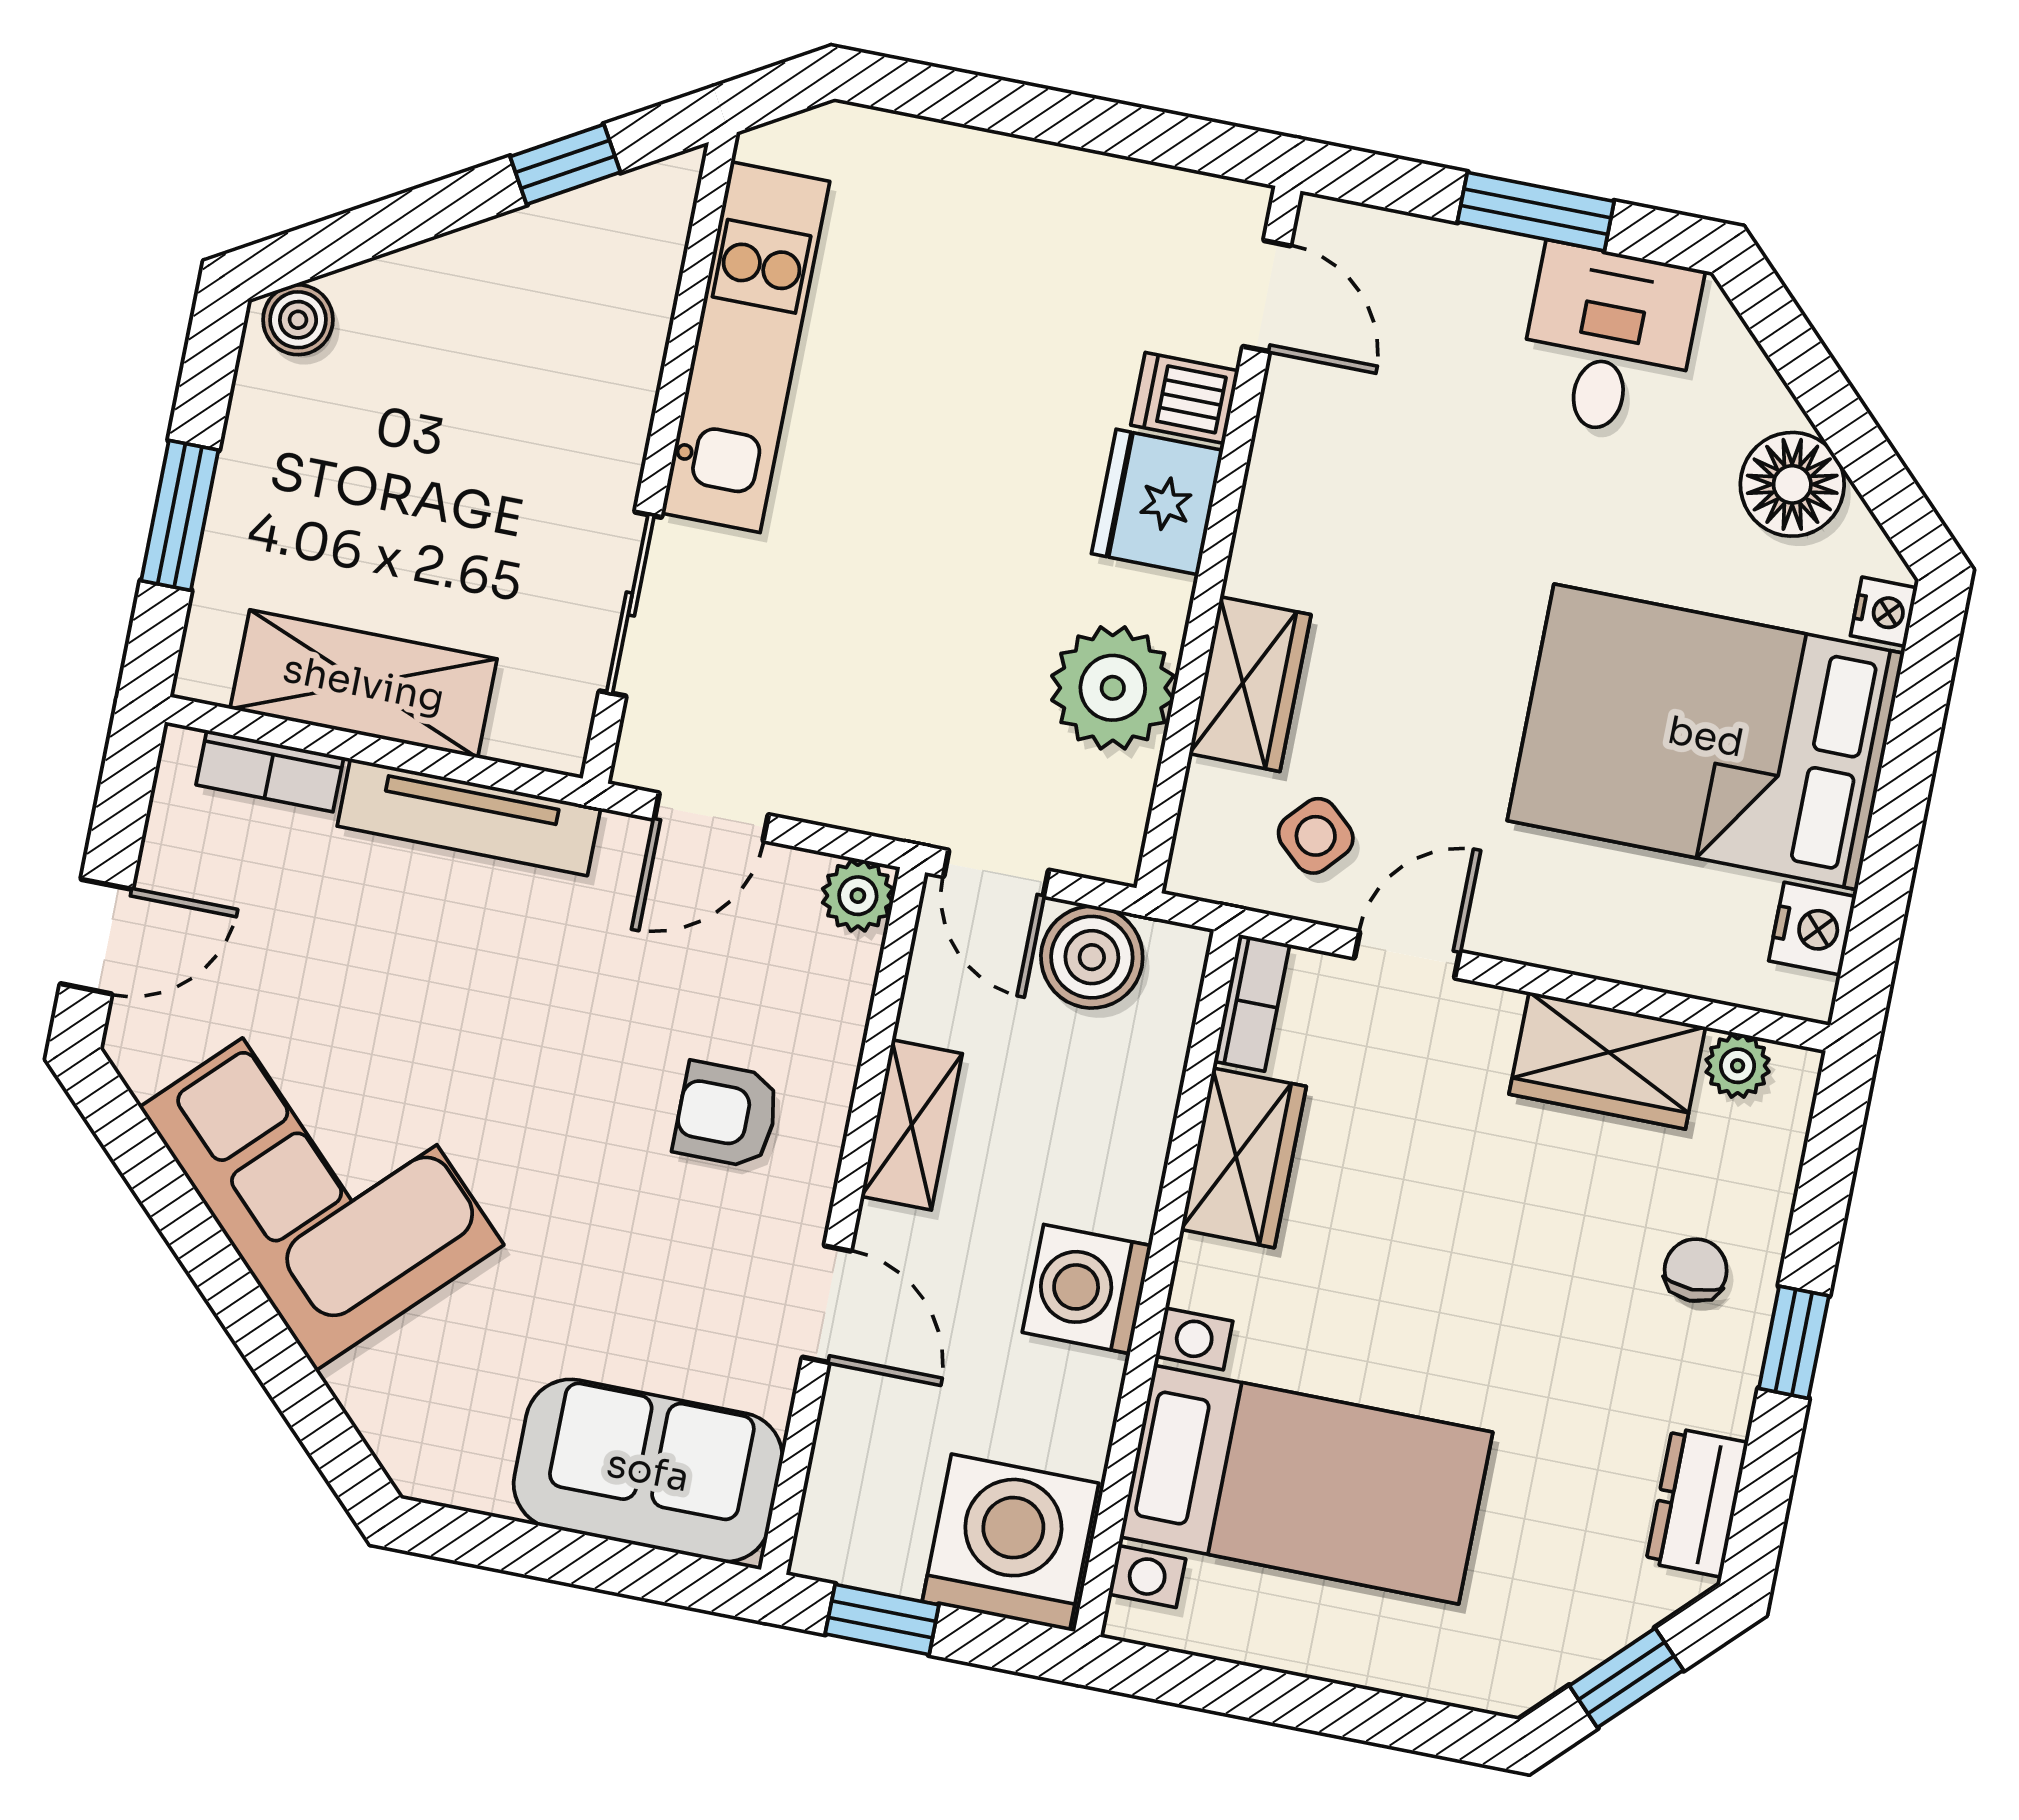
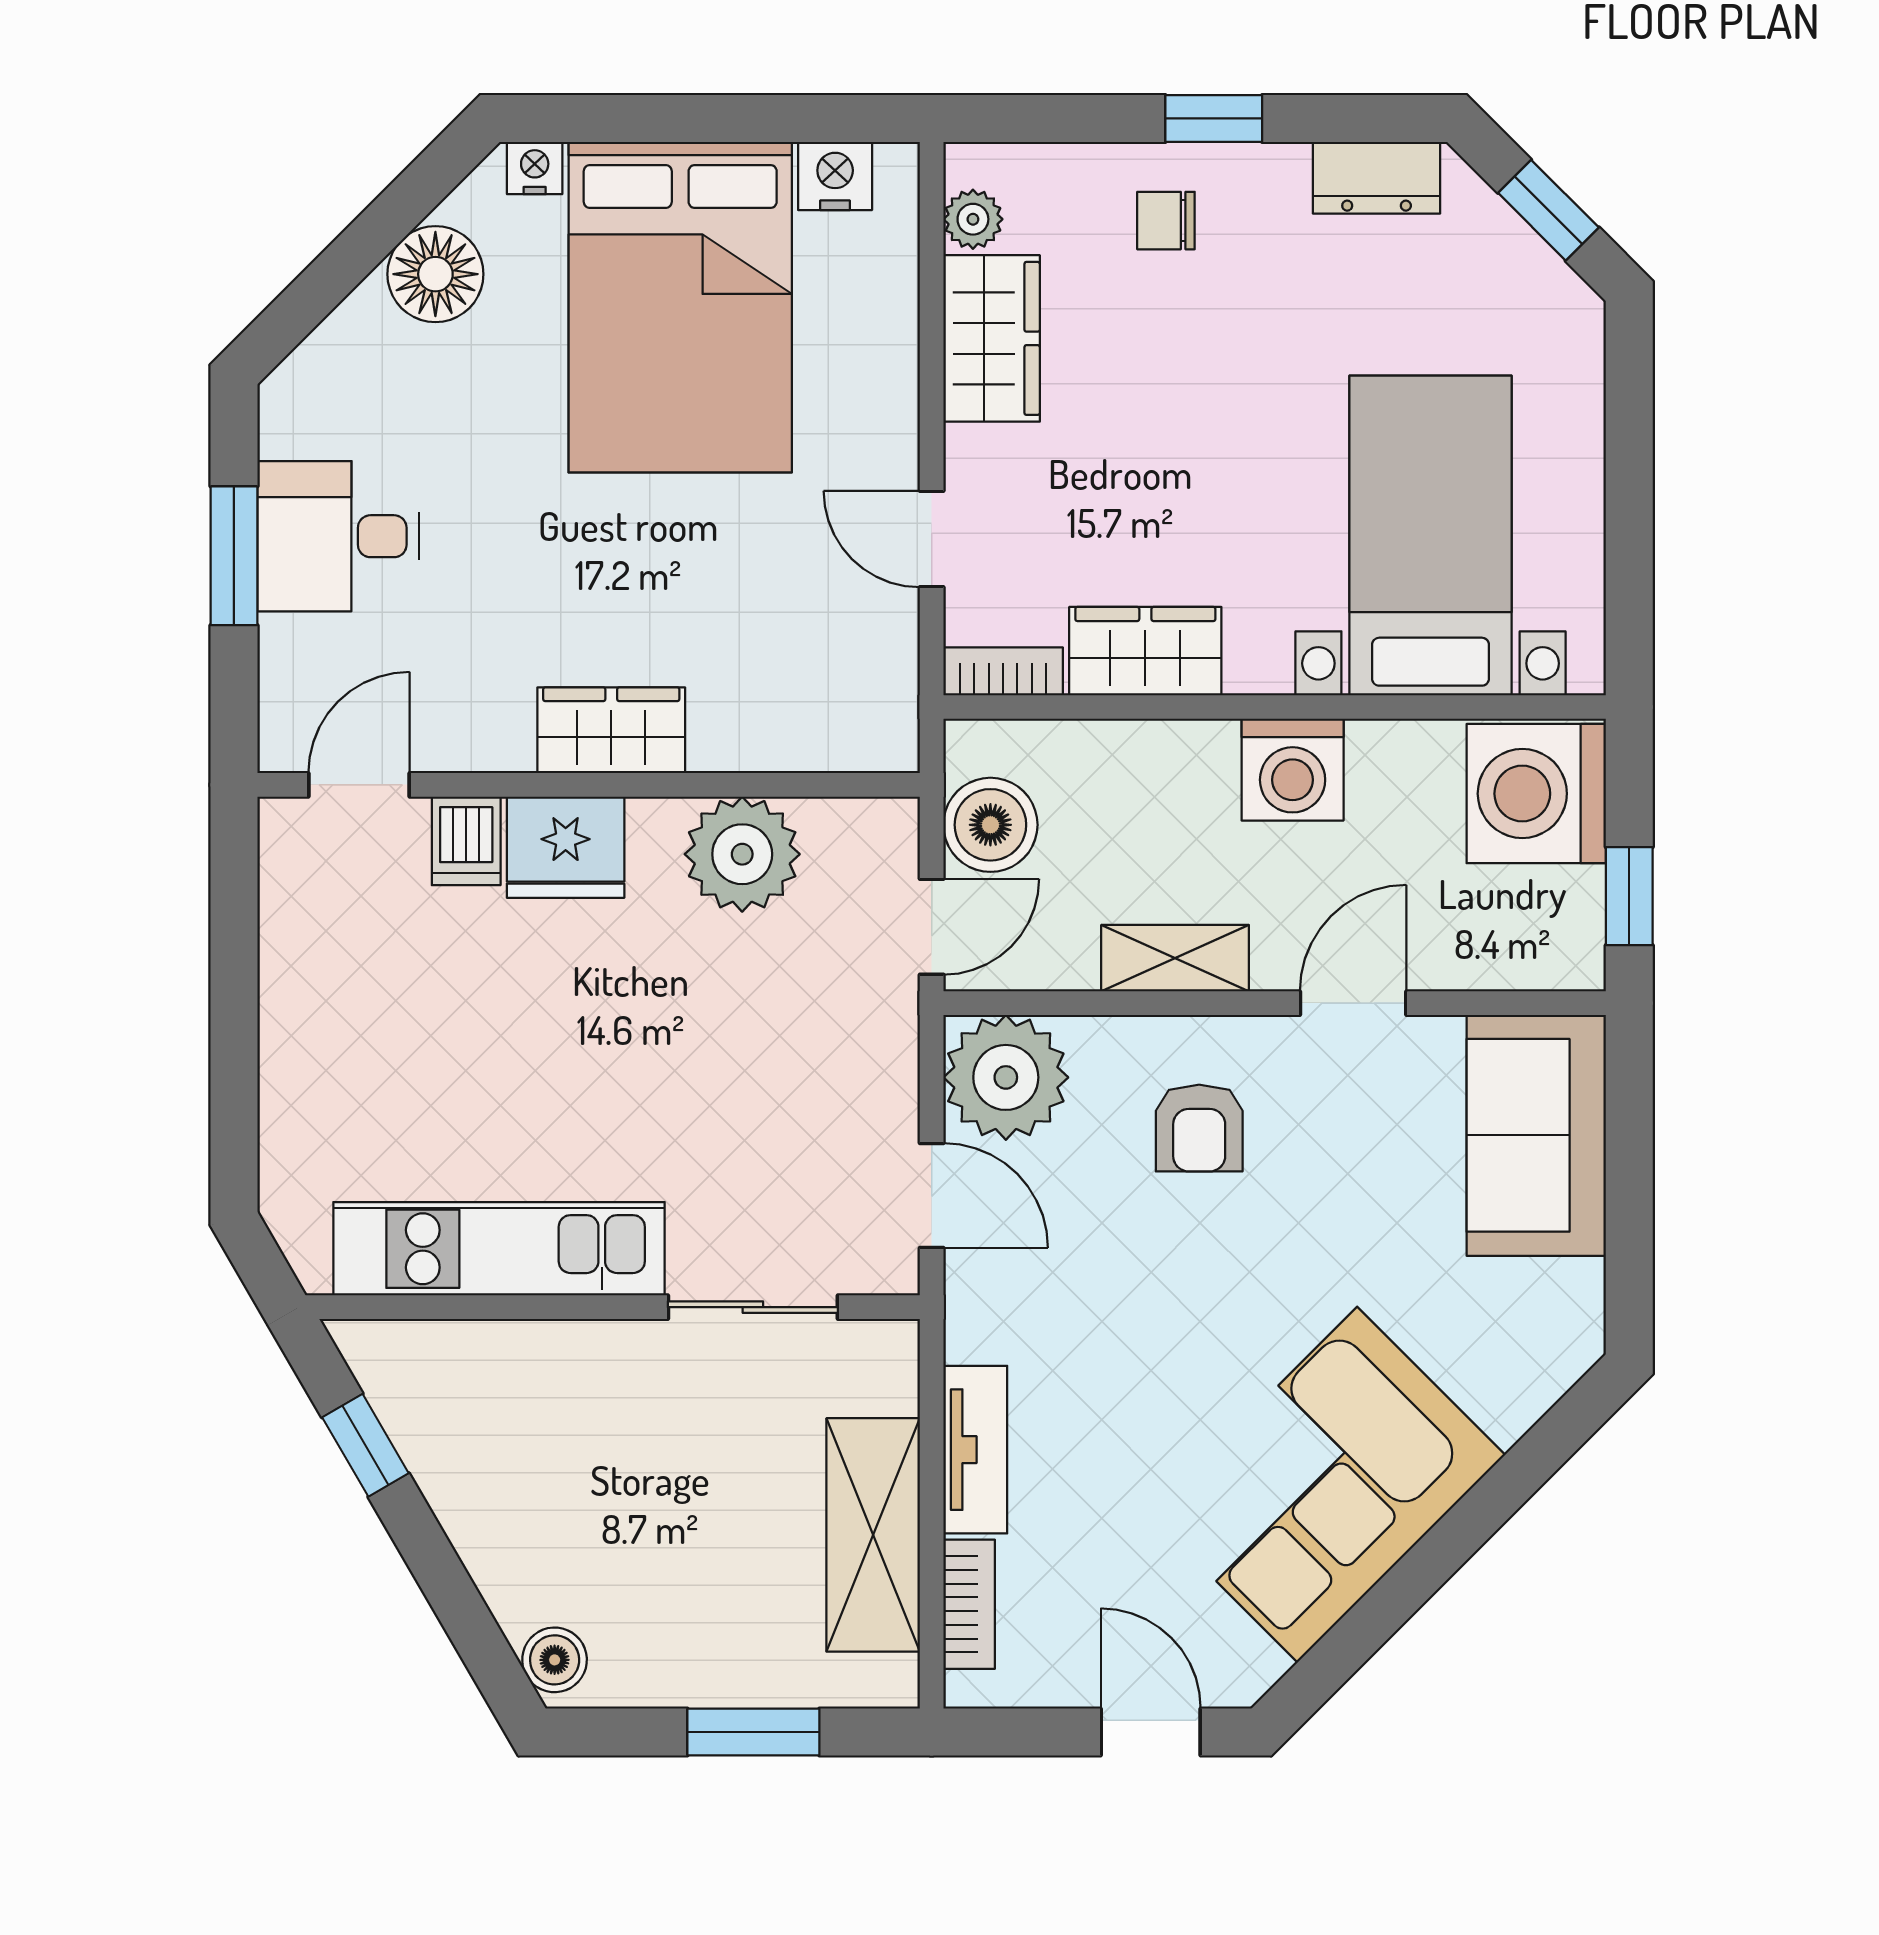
desk: (1609, 341) -> (338, 536), moved
wardrobe: (1250, 684) -> (611, 730), moved
tv unit: (469, 817) -> (975, 1450), width x0.71
side table: (1316, 836) -> (840, 643), removed
plant: (858, 896) -> (1006, 1077), width x1.88, depth x1.88

